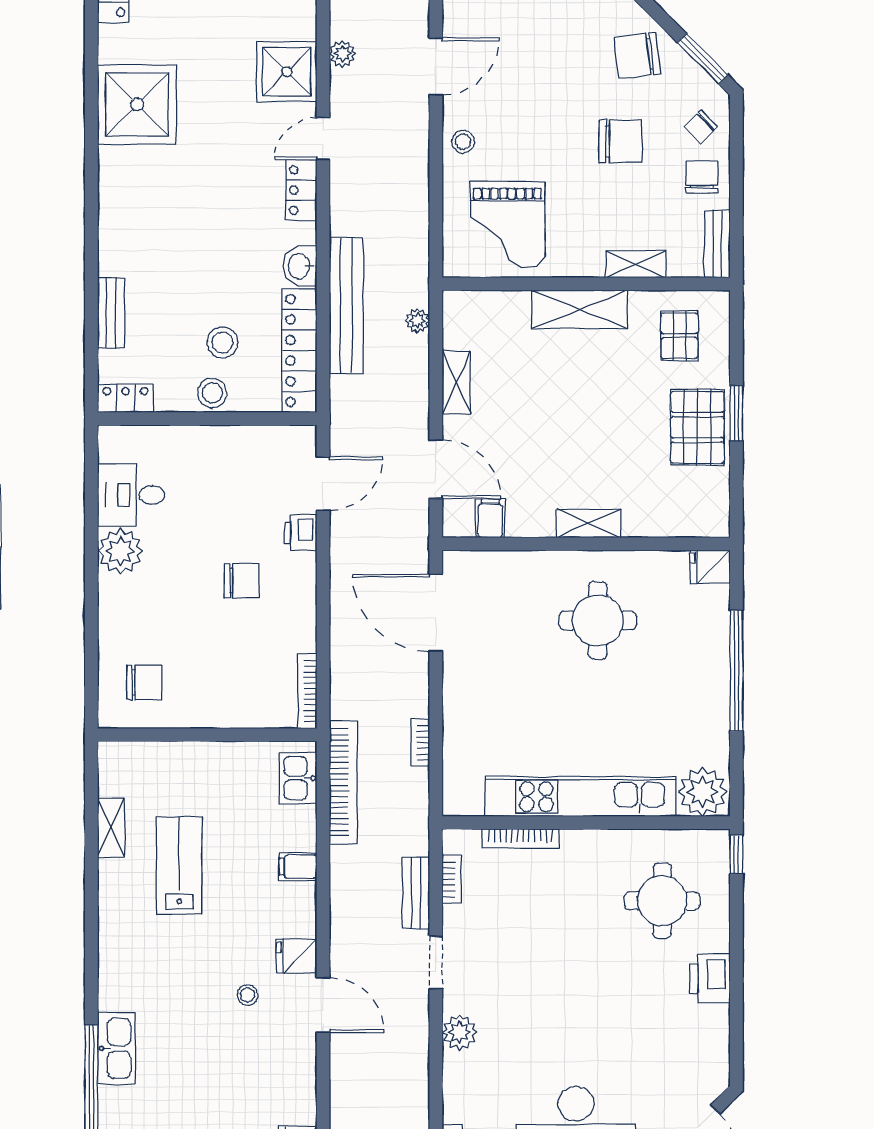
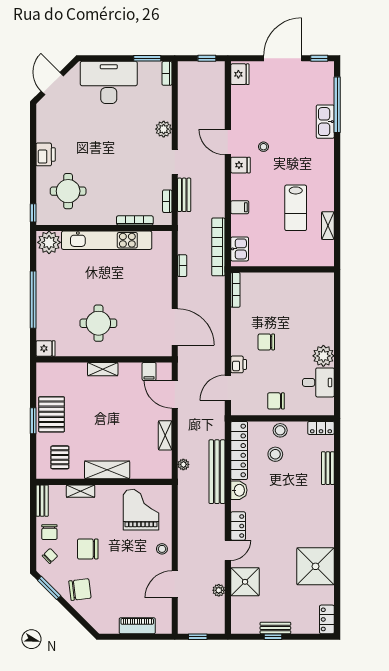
chair: (144, 682) -> (276, 401), moved

